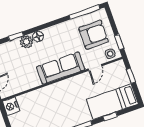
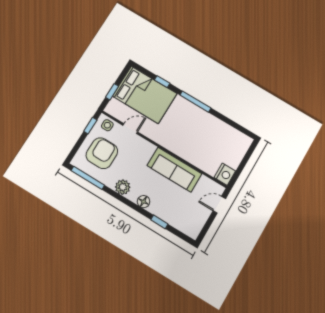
armchair: (94, 35) -> (102, 153), turned 90
plant: (26, 42) -> (123, 187), moved
sofa: (61, 68) -> (174, 170), moved
bed: (112, 102) -> (145, 95), width x1.50

